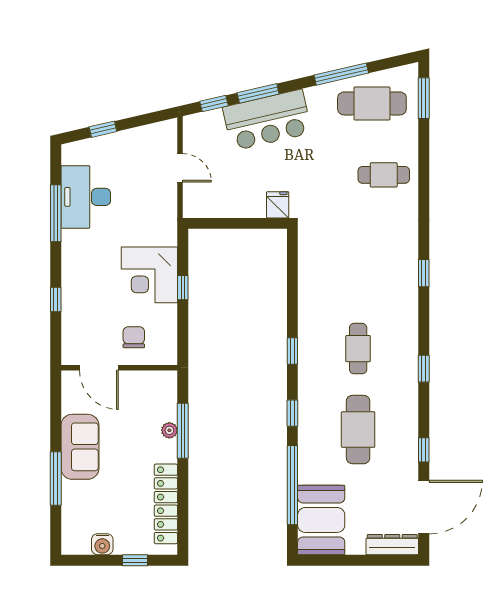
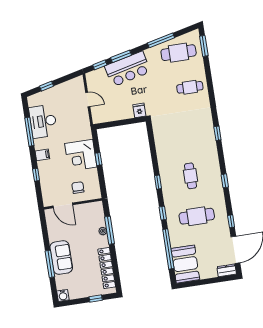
filing cabinet: (74, 263) -> (42, 155), added
cafe table: (358, 430) -> (197, 216), turned 90
sofa: (80, 447) -> (61, 258), moved
water cooler: (102, 544) -> (63, 295), moved
dresser: (392, 545) -> (227, 270), width x0.70

